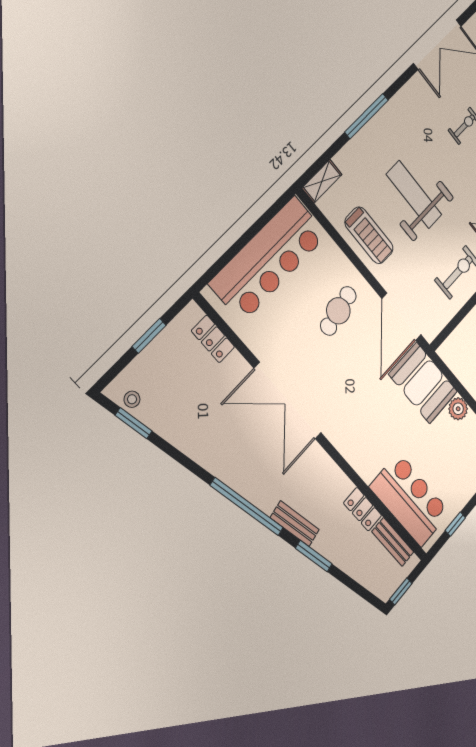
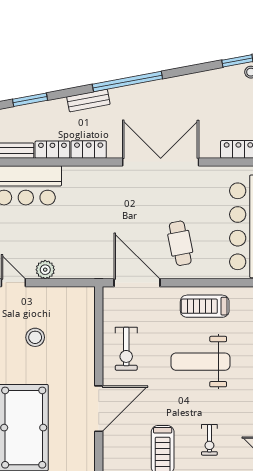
weight bench: (414, 194) -> (200, 362), turned 180
booth: (423, 383) -> (84, 260), removed
locker: (335, 477) -> (89, 150), added
window: (314, 556) -> (30, 100), moved

